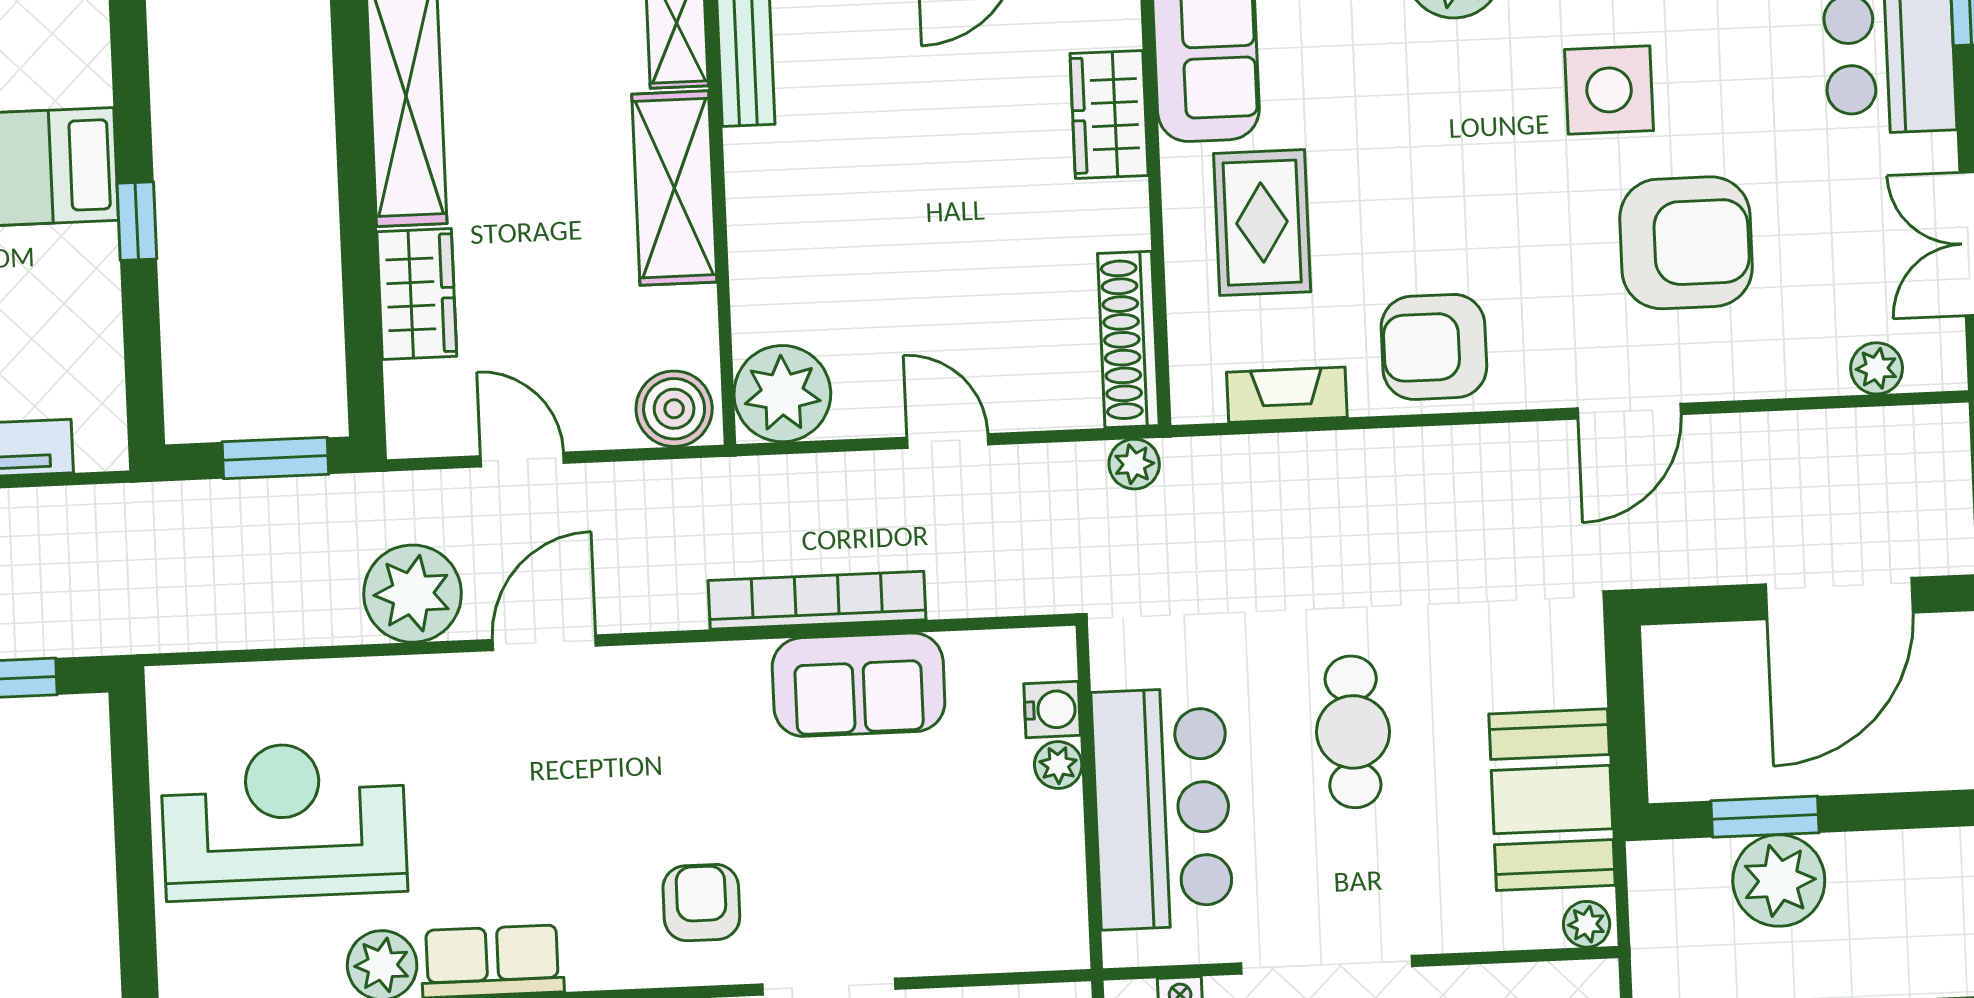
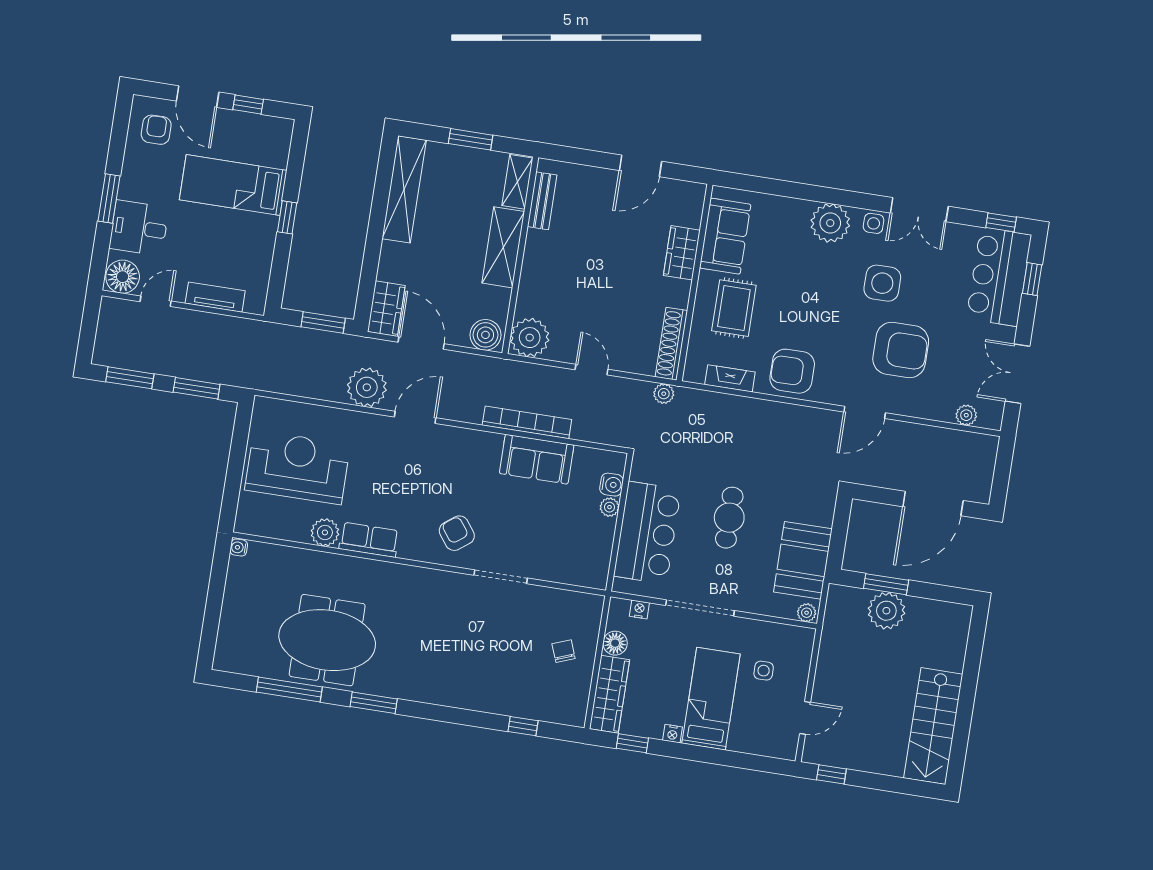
wardrobe: (417, 294) -> (386, 309), moved
door: (522, 460) -> (421, 343), width x1.38
armchair: (701, 903) -> (457, 533), turned -37

